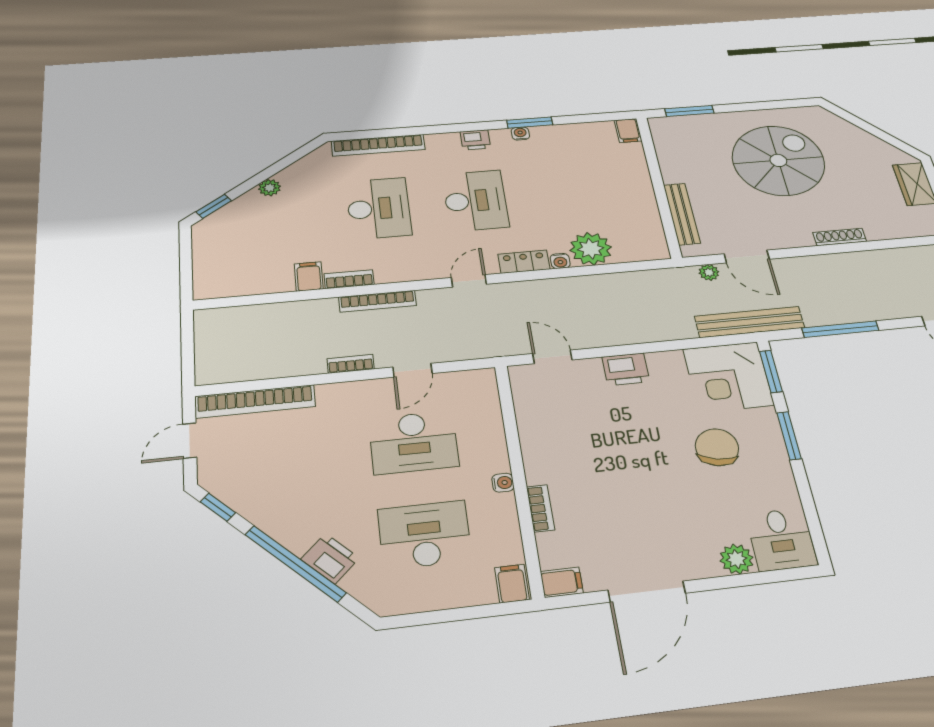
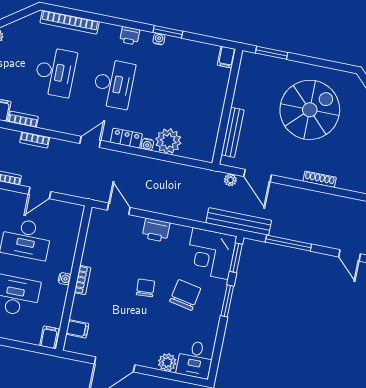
bookcase: (377, 301) -> (35, 140), width x0.64
chair: (647, 456) -> (145, 288), added
bookcase: (541, 508) -> (83, 280), moved
filing cabinet: (562, 582) -> (77, 329), moved

